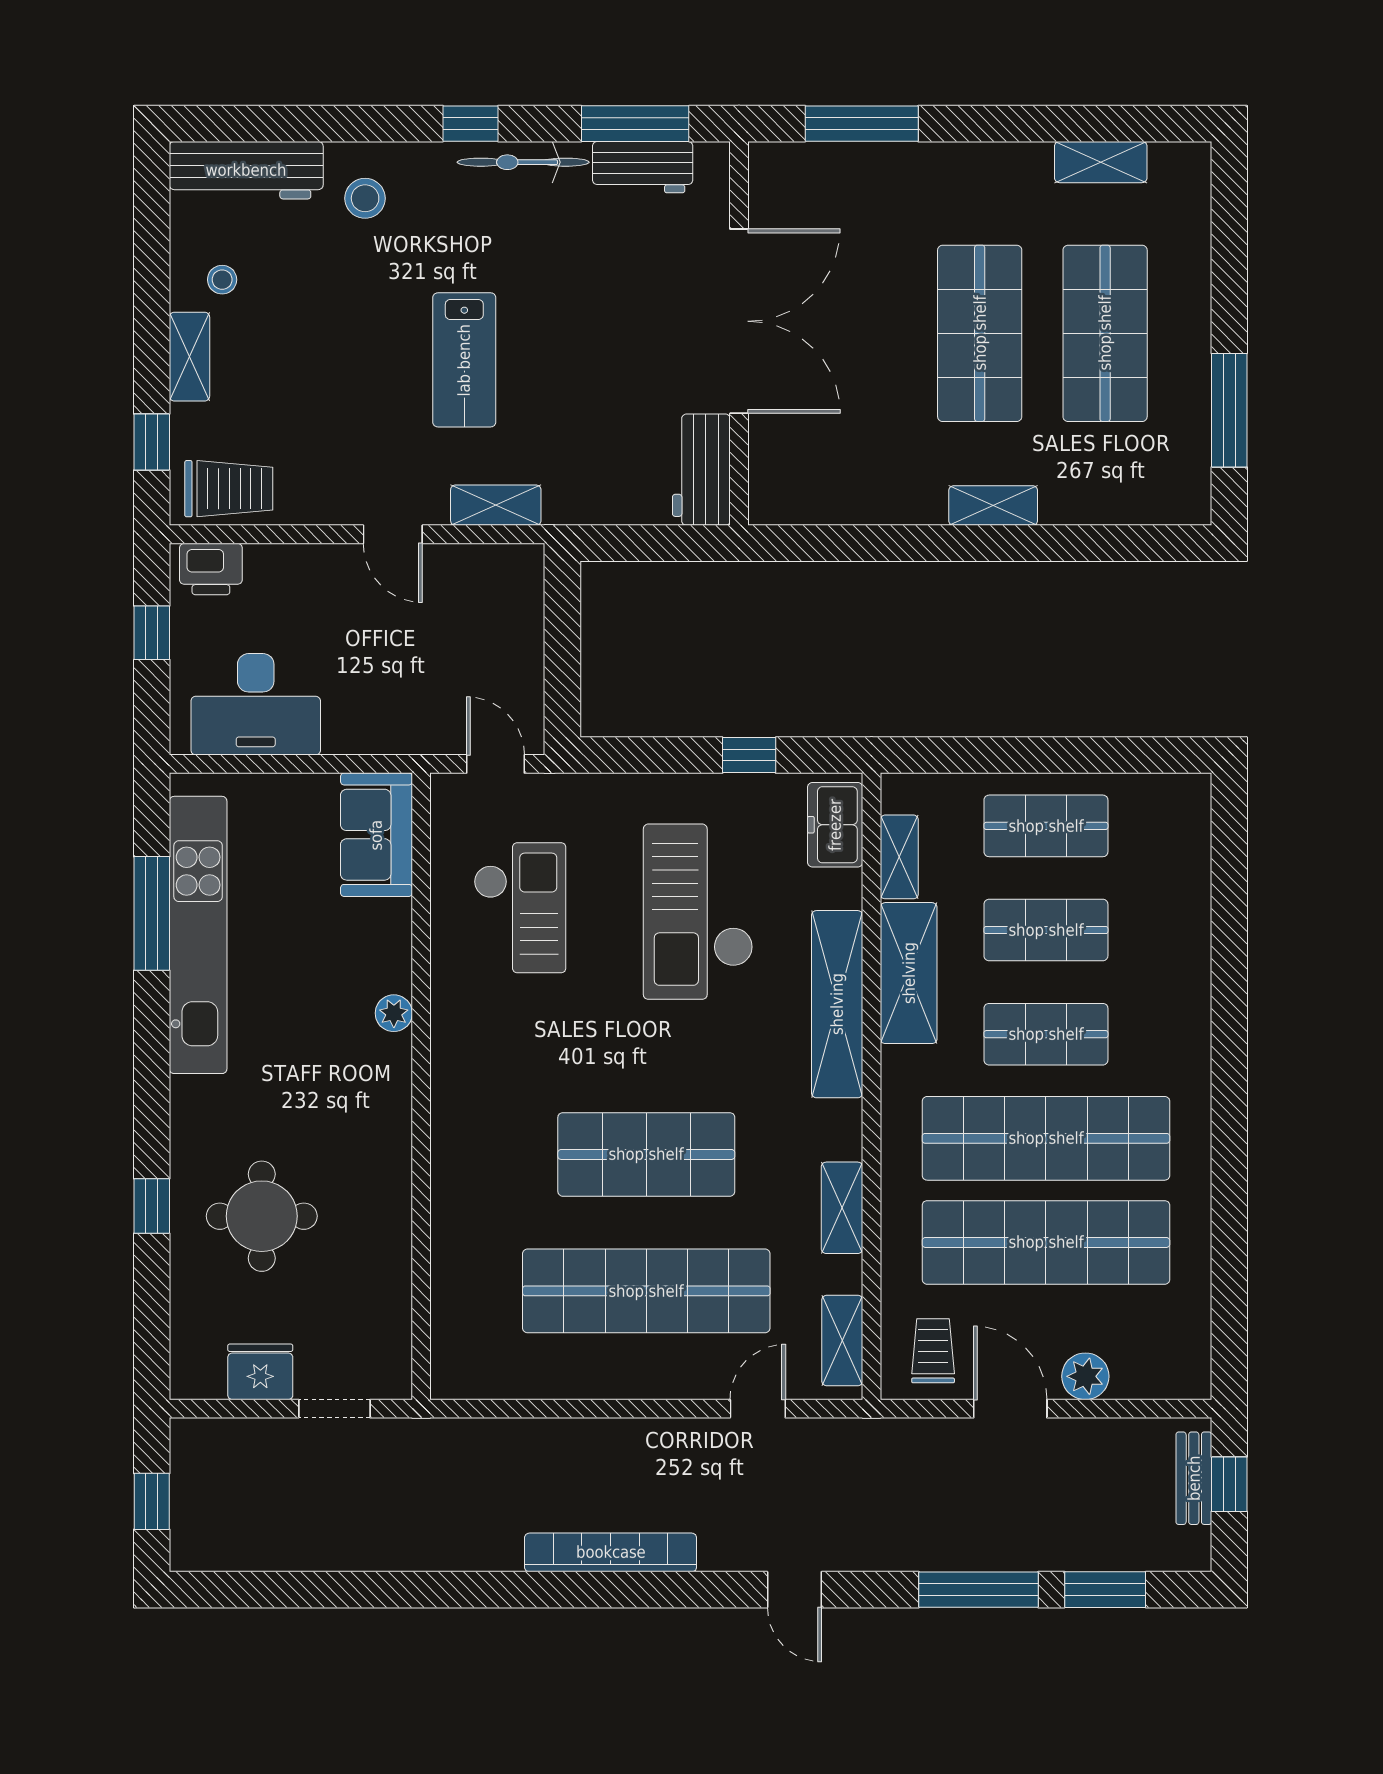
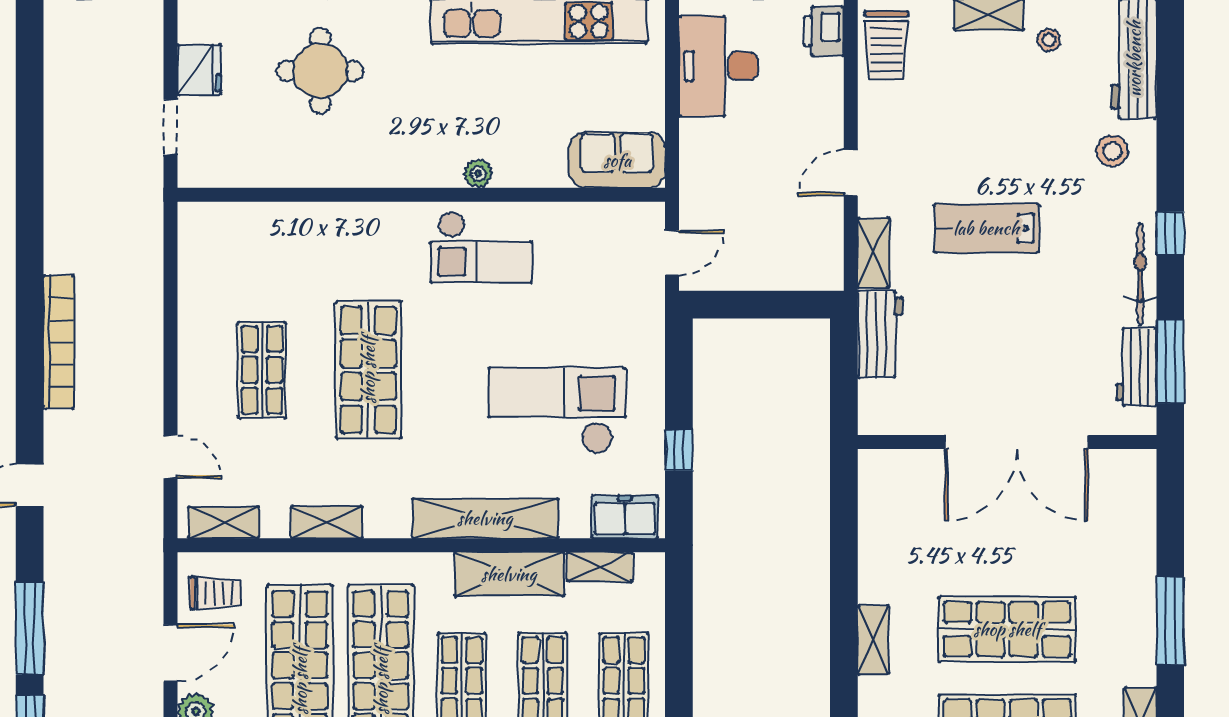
window: (862, 124) -> (1170, 621), moved
workbench: (701, 470) -> (880, 334), moved, turned 90
checkout: (520, 908) -> (481, 247), moved
shop shelf: (646, 1291) -> (262, 370), width x0.50, depth x0.74

